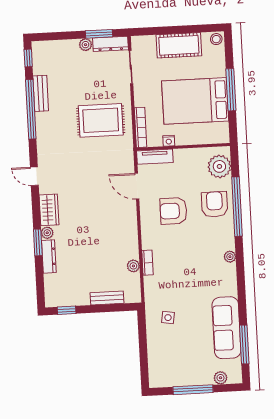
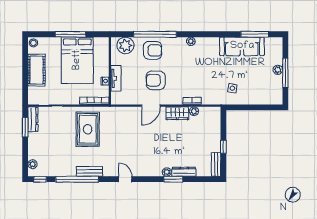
plant: (85, 45) -> (33, 164), moved
bench: (41, 93) -> (89, 171), moved
tv unit: (155, 157) -> (116, 78), moved
door: (34, 176) -> (125, 179), swing flipped
door: (137, 186) -> (151, 106), moved
armchair: (214, 204) -> (153, 50), turned 180
wardrobe: (49, 210) -> (177, 113), moved, turned 180
armchair: (173, 211) -> (156, 80), turned 90
bench: (107, 298) -> (216, 164), moved
window: (67, 310) -> (223, 147), moved
plant: (220, 378) -> (278, 70), moved

